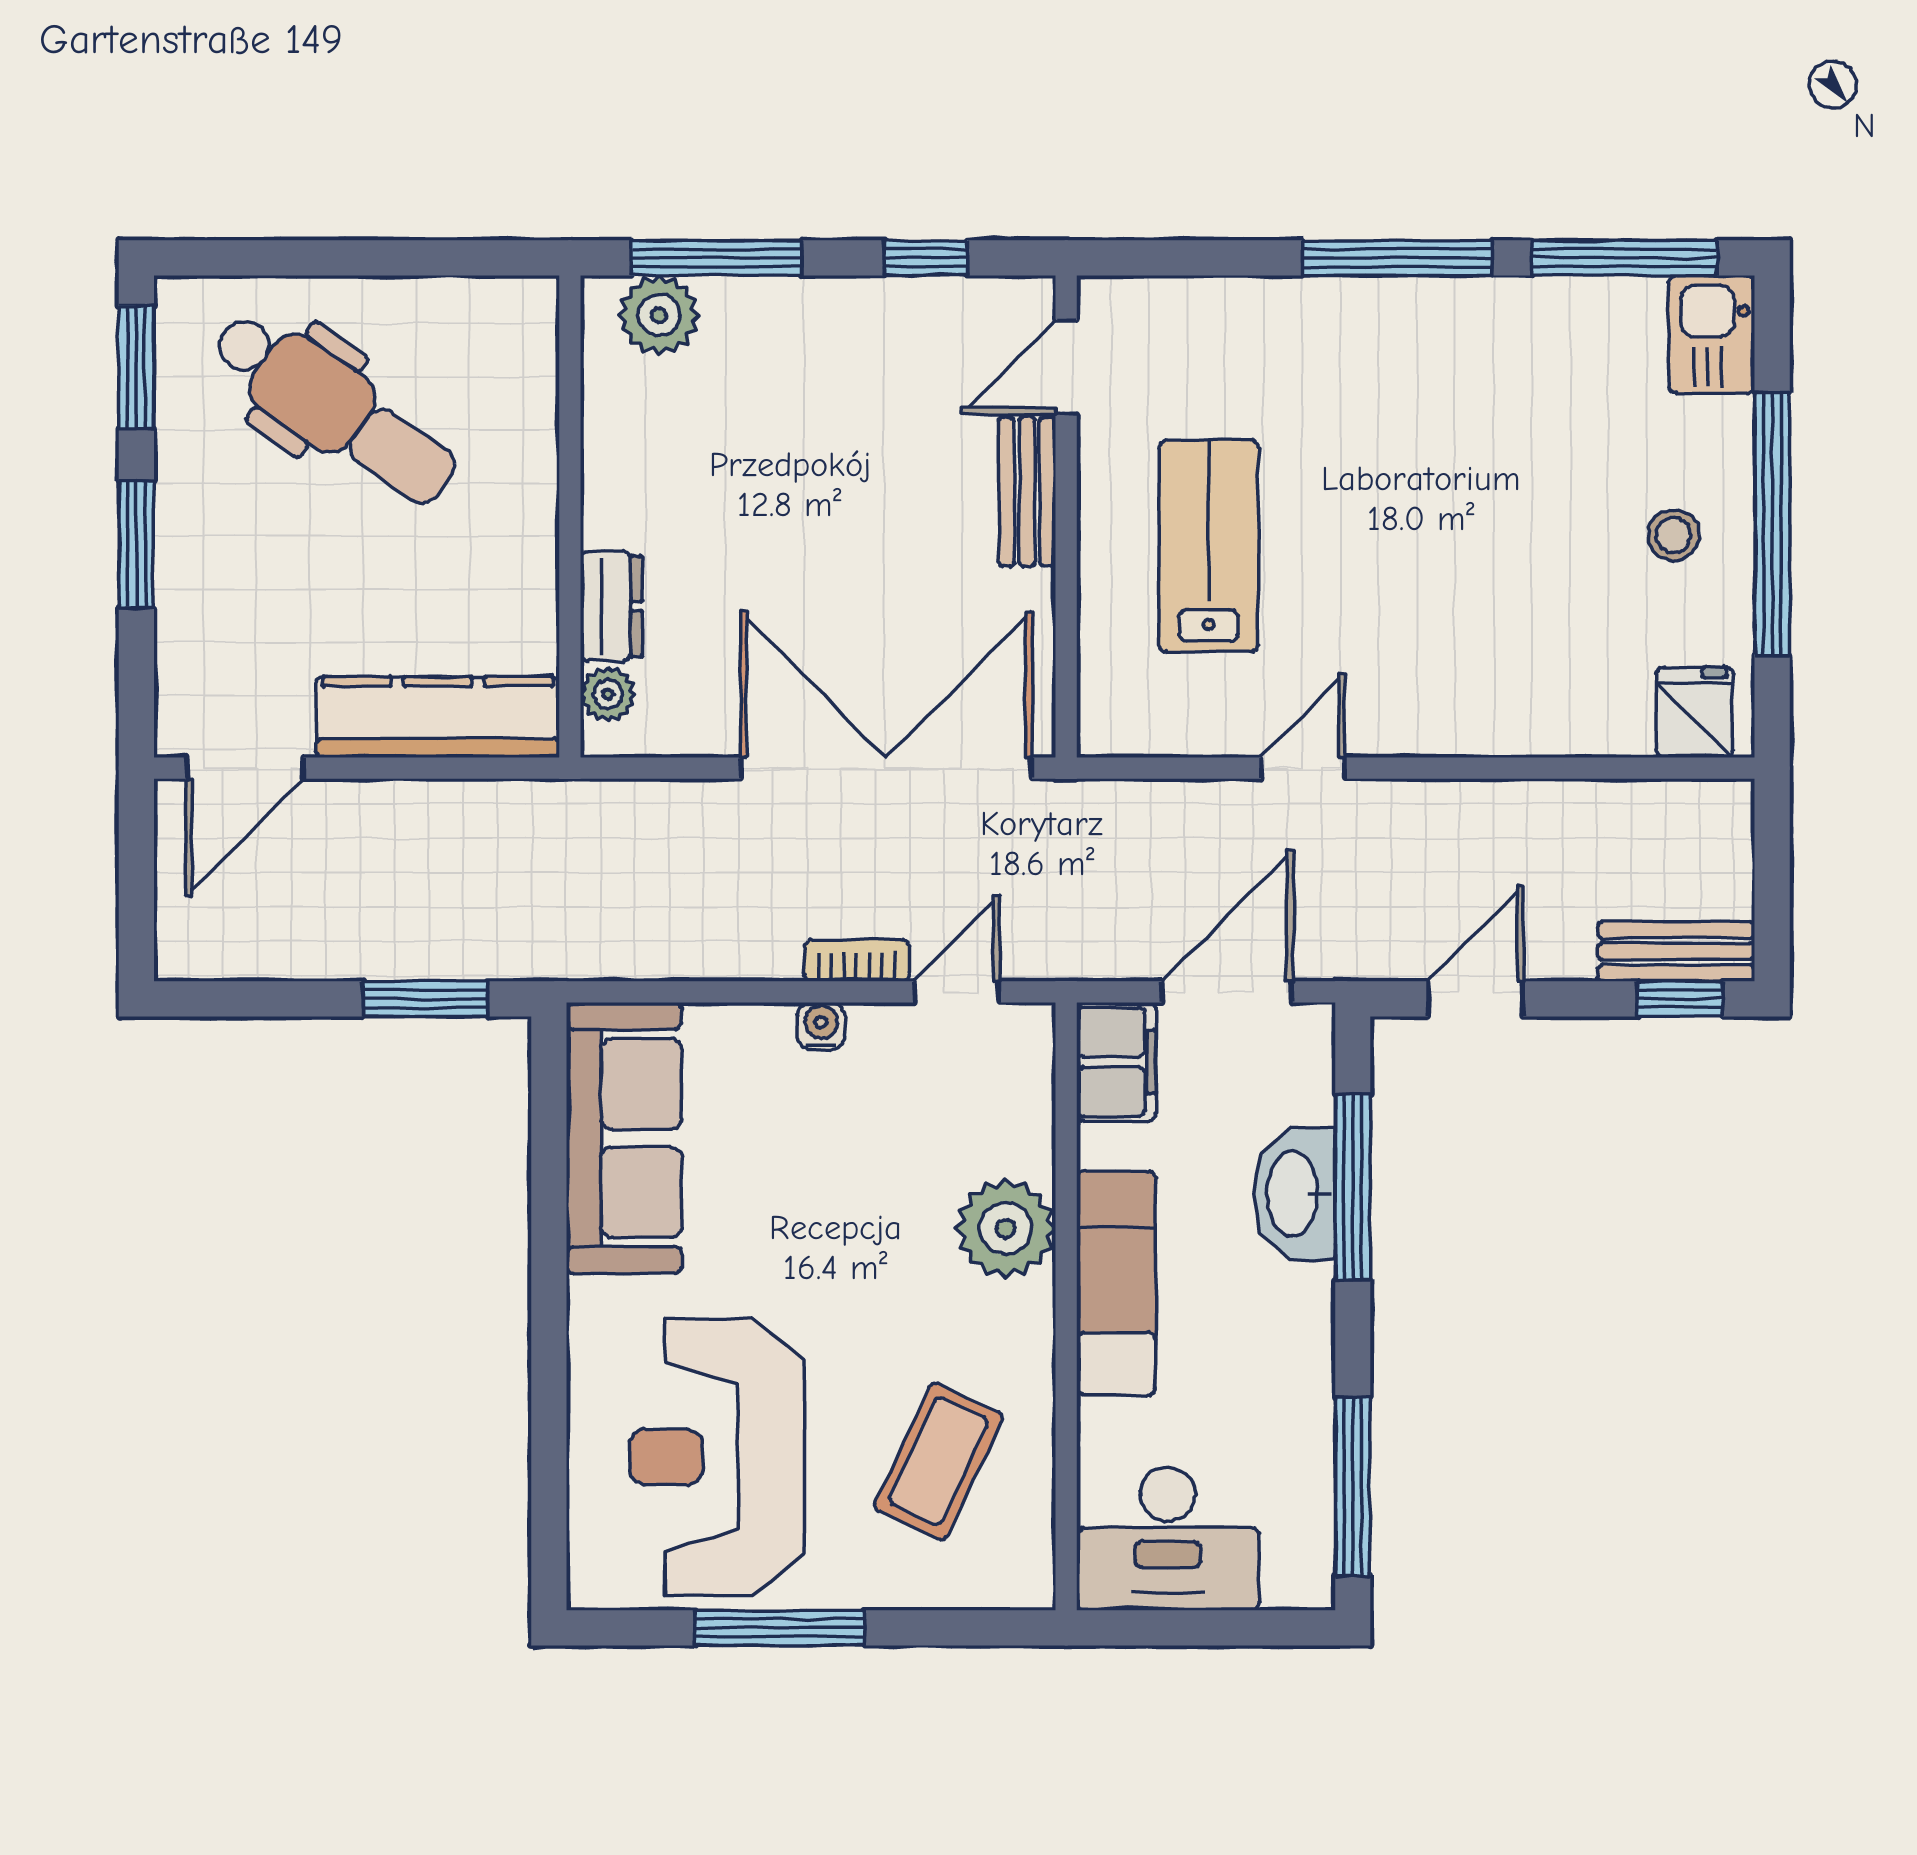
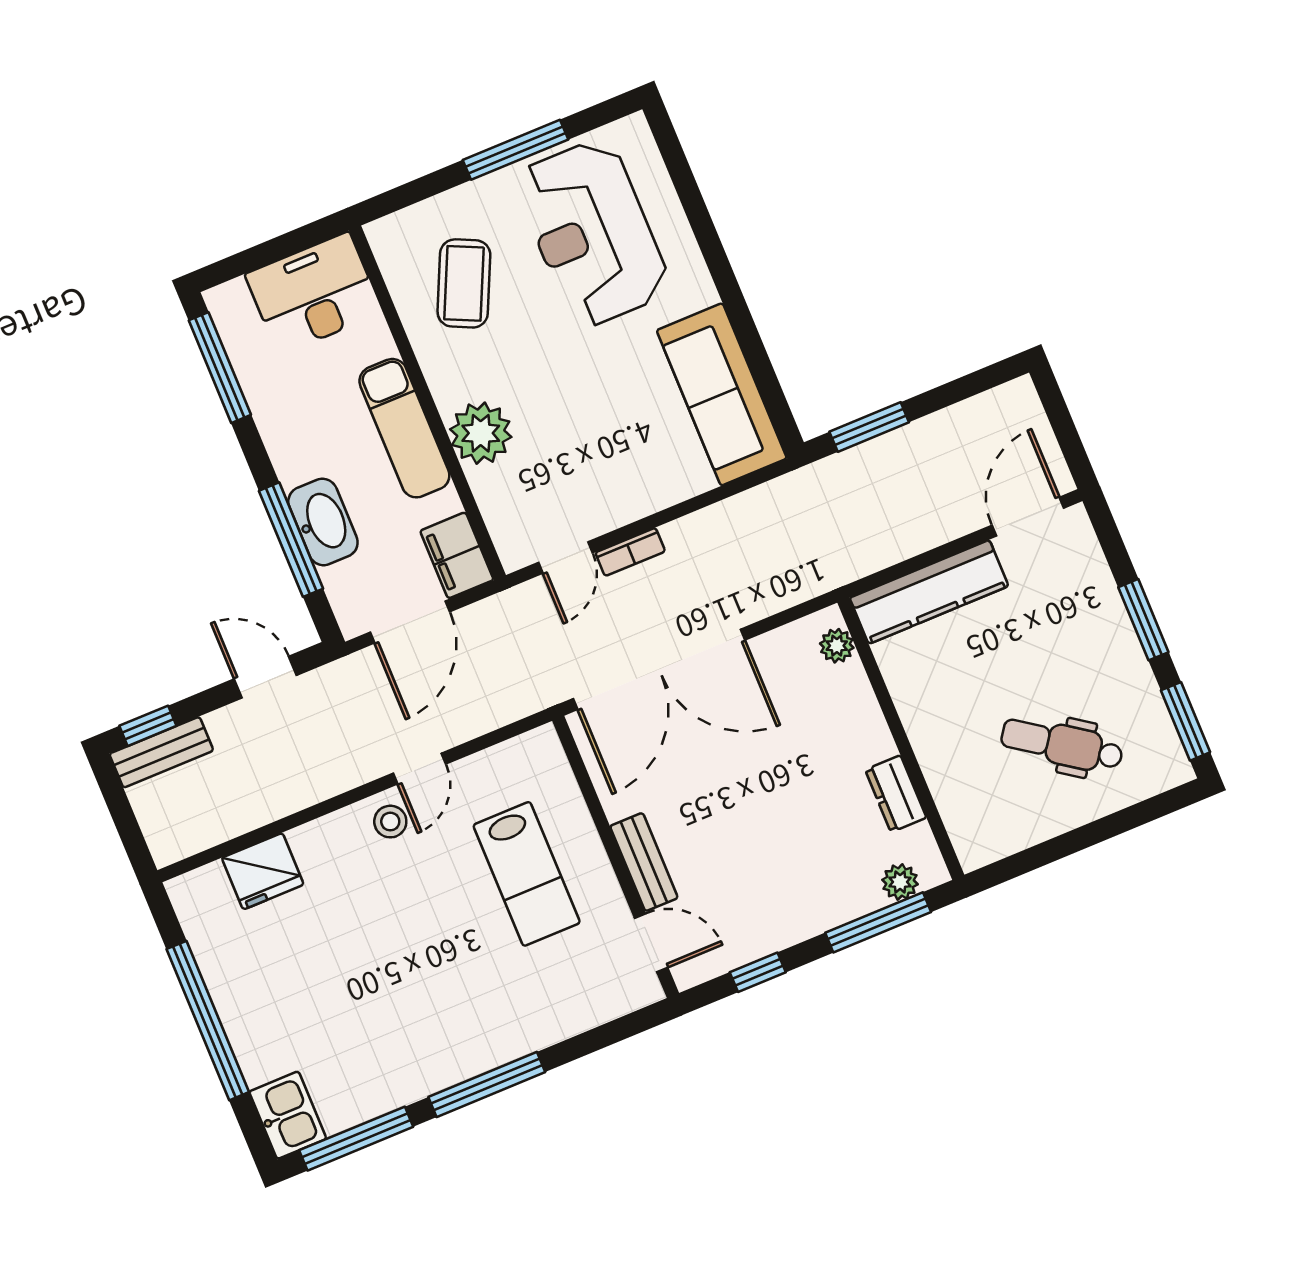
plant: (659, 315) -> (900, 882), width x0.73, depth x0.73
door: (1066, 367) -> (651, 943), hinge flipped
dental chair: (334, 409) -> (1062, 745), width x0.73, depth x0.72
stool: (1673, 535) -> (390, 822), moved
dresser: (611, 606) -> (896, 794), moved
fridge: (1695, 712) -> (263, 871), moved, width x1.38
door: (1475, 999) -> (265, 677), swing flipped
water cooler: (821, 1026) -> (635, 506), removed
reception desk: (717, 1457) -> (592, 233), turned 180

